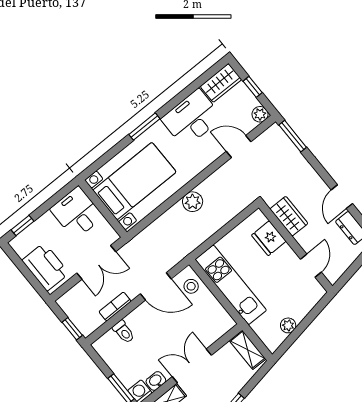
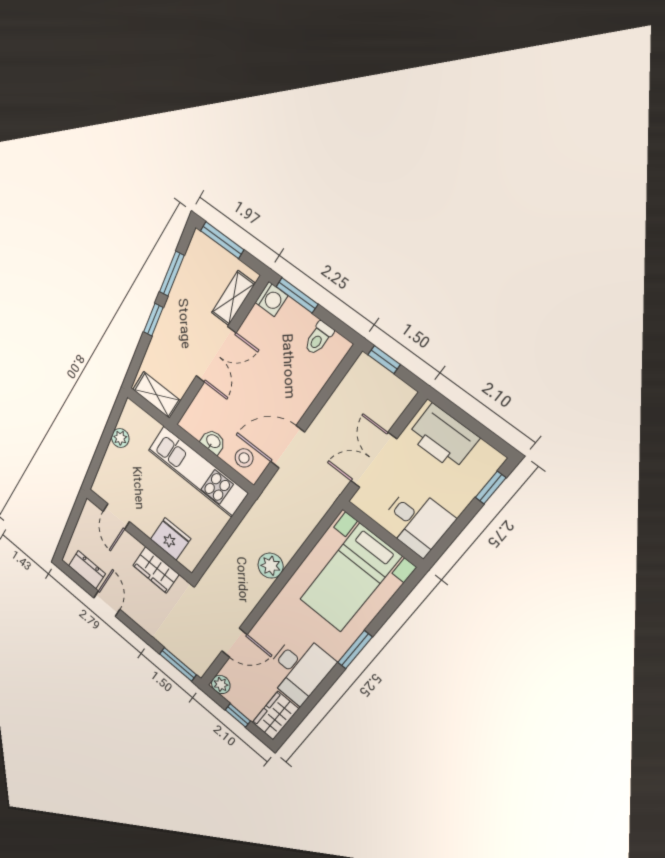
bookcase: (115, 306) -> (333, 406), removed
toilet: (124, 332) -> (319, 338), moved, turned -90
washbasin: (156, 381) -> (213, 442), moved, turned -90

